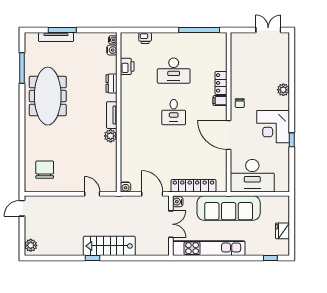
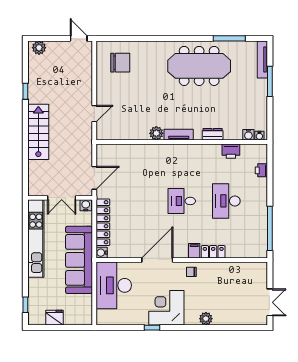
tv unit: (56, 37) -> (262, 59), moved
water cooler: (125, 187) -> (102, 253), moved
window: (92, 258) -> (25, 91), moved

